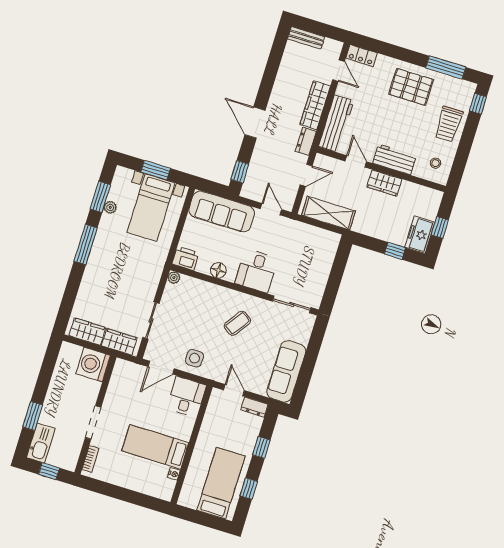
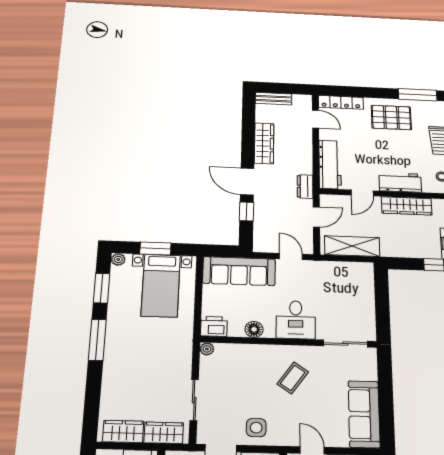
locker: (362, 56) -> (341, 102), width x1.53
wardrobe: (315, 105) -> (264, 143), moved, turned 180
door: (356, 161) -> (362, 193), swing flipped
window: (240, 172) -> (247, 211), moved
wardrobe: (384, 183) -> (407, 206), width x1.50
plant: (110, 207) -> (118, 259), moved

